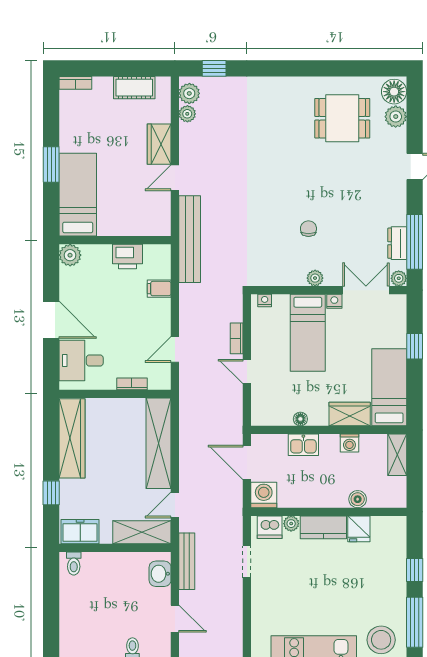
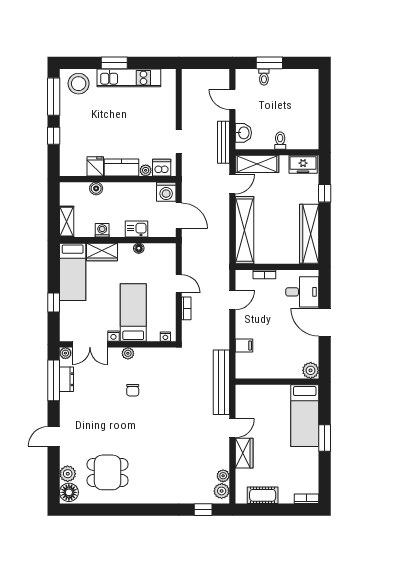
printer: (127, 256) -> (268, 369), removed
toilet: (74, 563) -> (280, 141), moved

